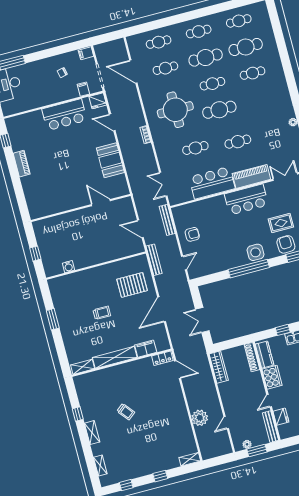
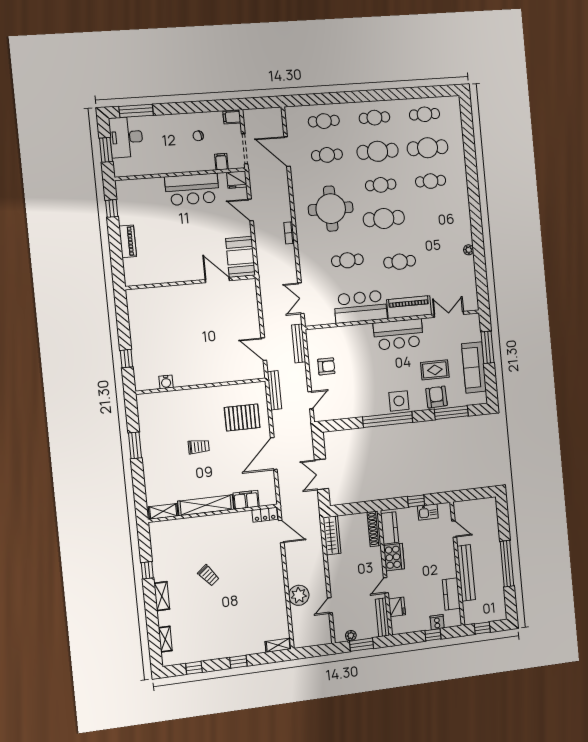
door: (101, 203) -> (217, 280), moved
wall: (81, 208) -> (191, 282), moved

